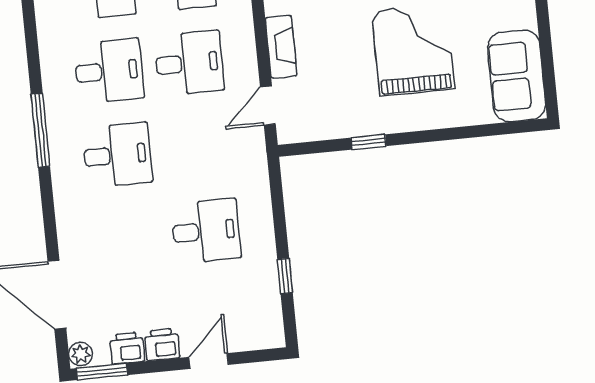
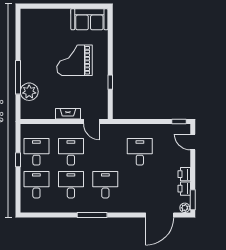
window: (285, 276) -> (179, 122), moved
door: (209, 361) -> (193, 142), moved

